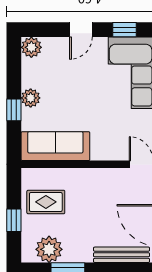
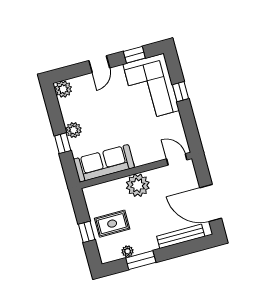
plant: (88, 182) -> (138, 185), added
rug: (46, 202) -> (112, 224), moved
plant: (49, 249) -> (128, 251), width x0.53, depth x0.53

